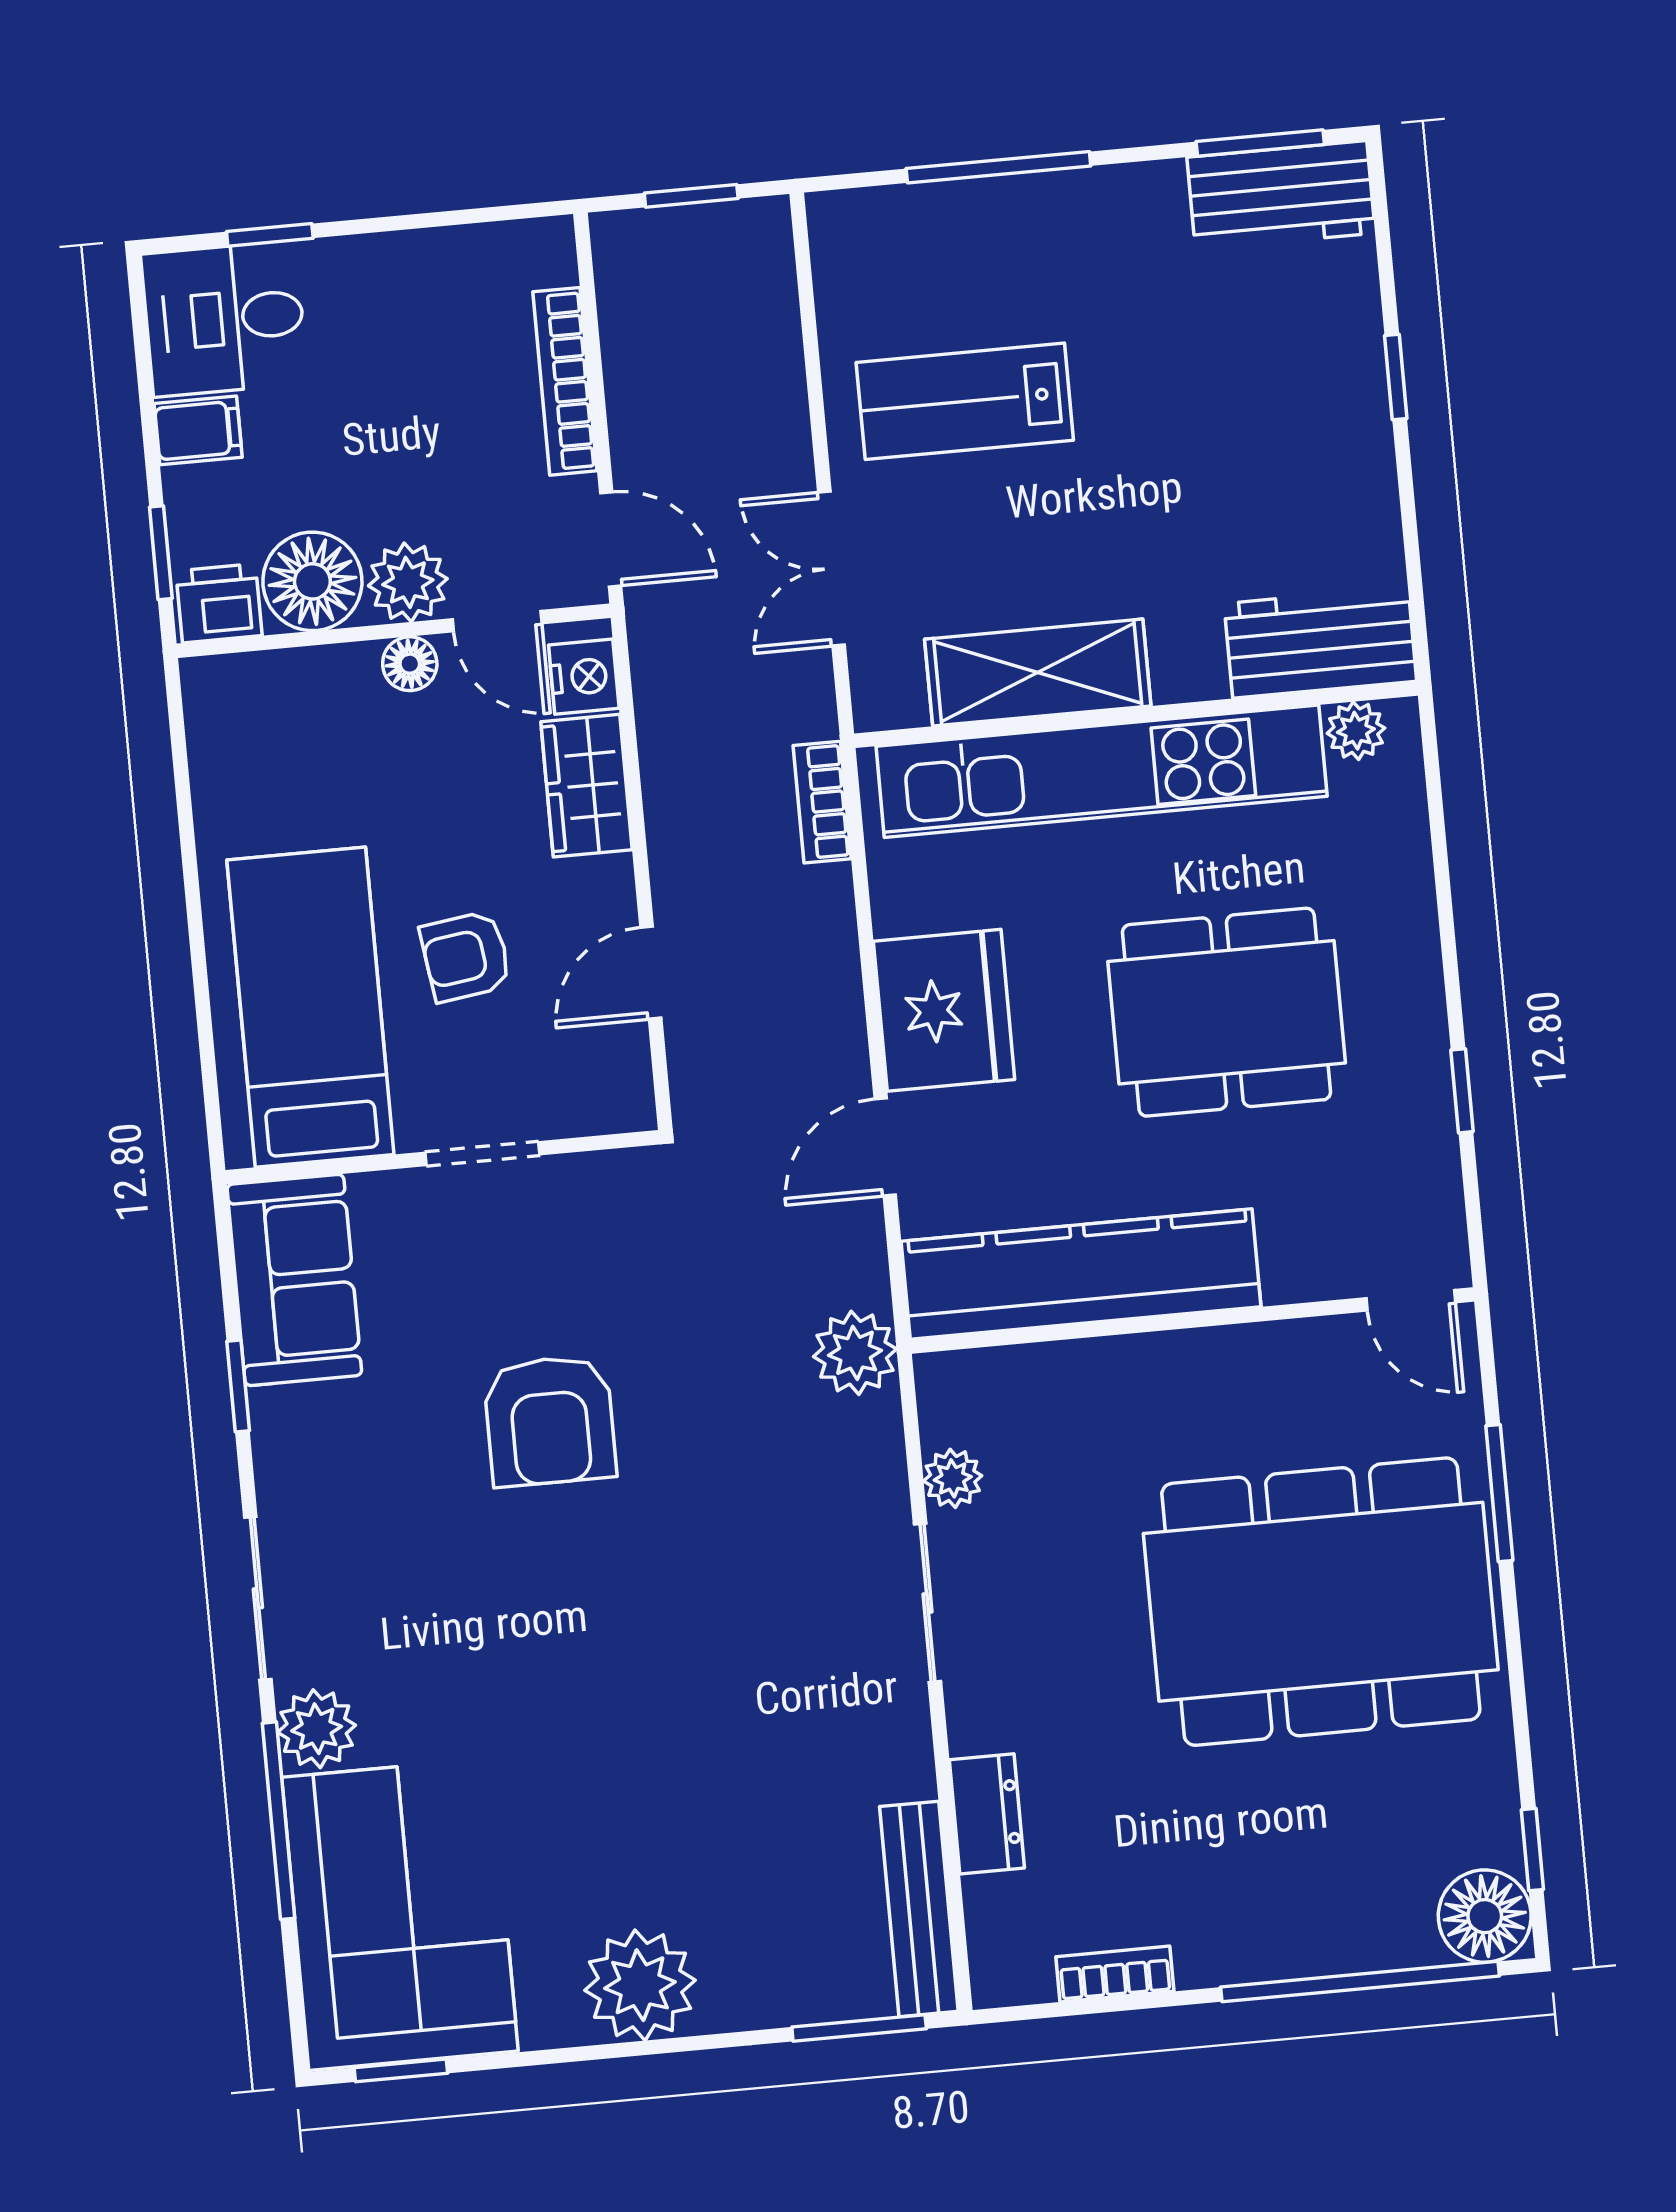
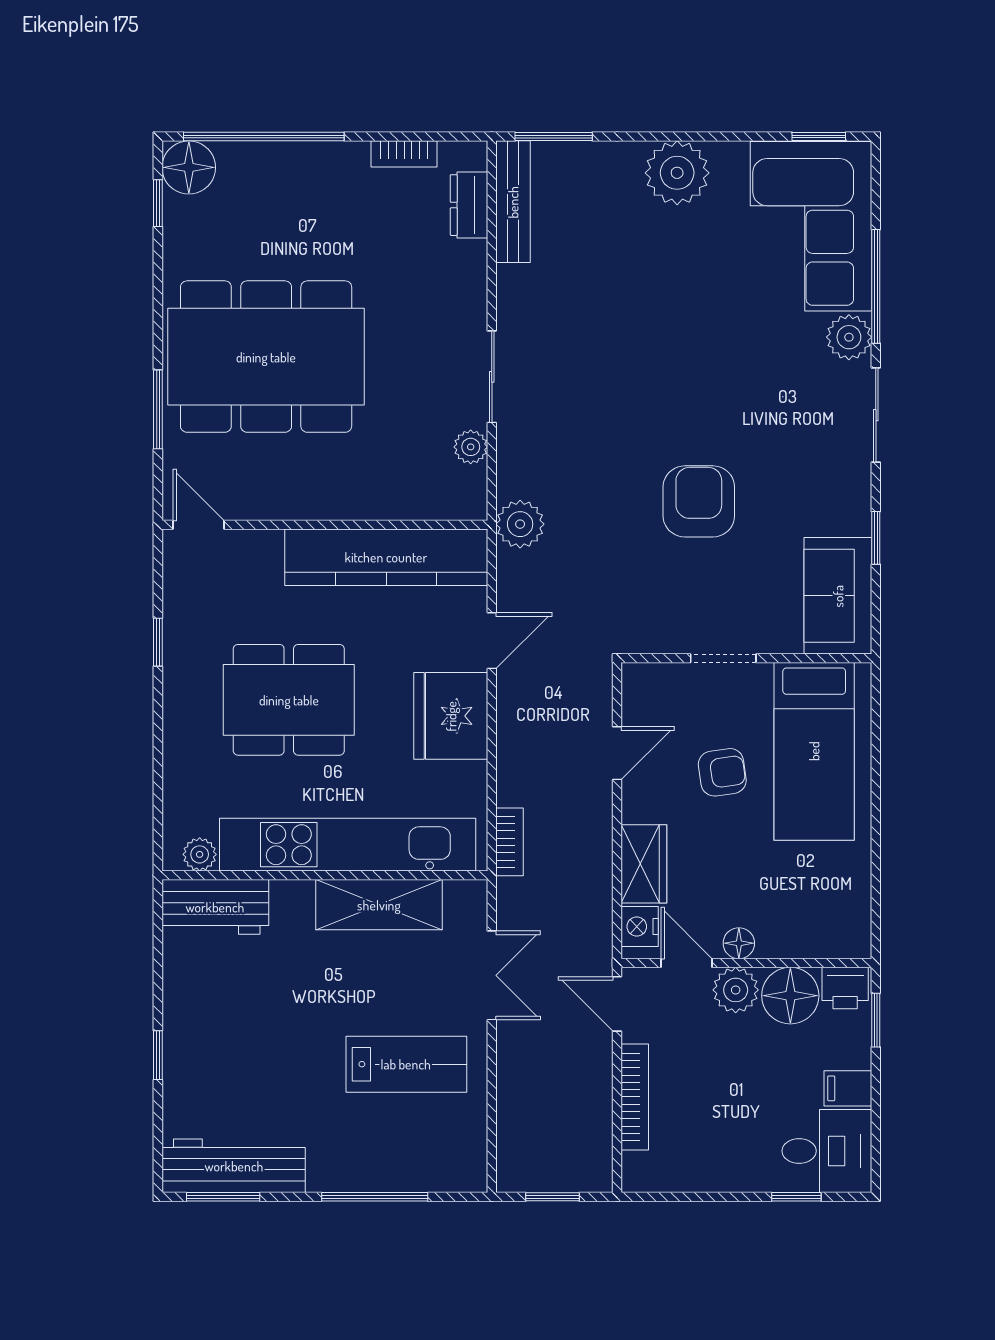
workbench: (1281, 195) -> (234, 1166), width x1.38
dresser: (987, 1814) -> (469, 205), moved

